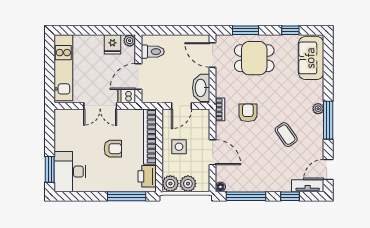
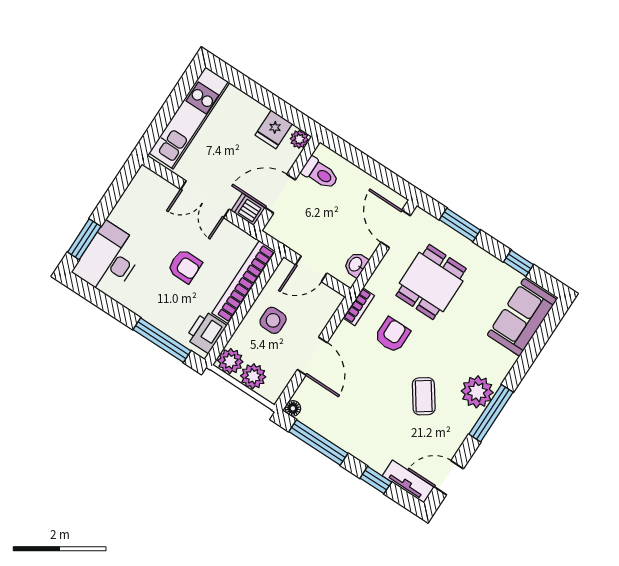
dining table: (254, 58) -> (431, 282), moved, turned 90
washbasin: (201, 88) -> (356, 265), width x0.52, depth x0.69
plant: (318, 109) -> (477, 392), width x1.87, depth x1.87

